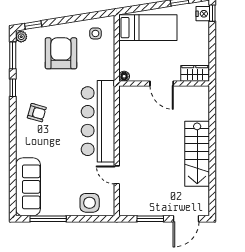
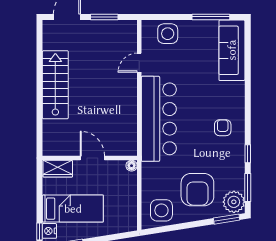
window: (33, 25) -> (227, 219), width x1.50
bed: (148, 28) -> (73, 209), moved, turned 180
side table: (95, 33) -> (161, 210), width x1.87, depth x1.87
plant: (21, 37) -> (234, 202), width x1.88, depth x1.88
armchair: (37, 113) -> (223, 128), turned 74
door: (117, 175) -> (139, 63), swing flipped

